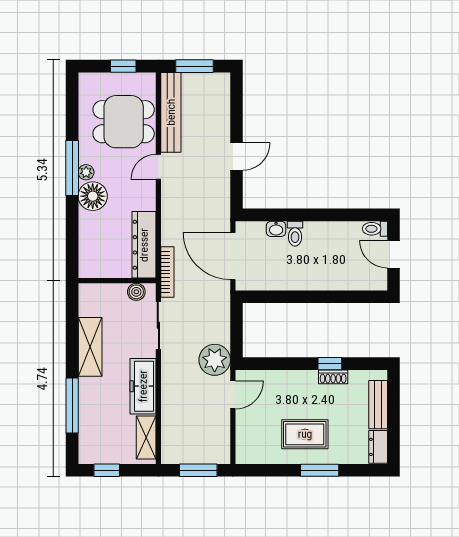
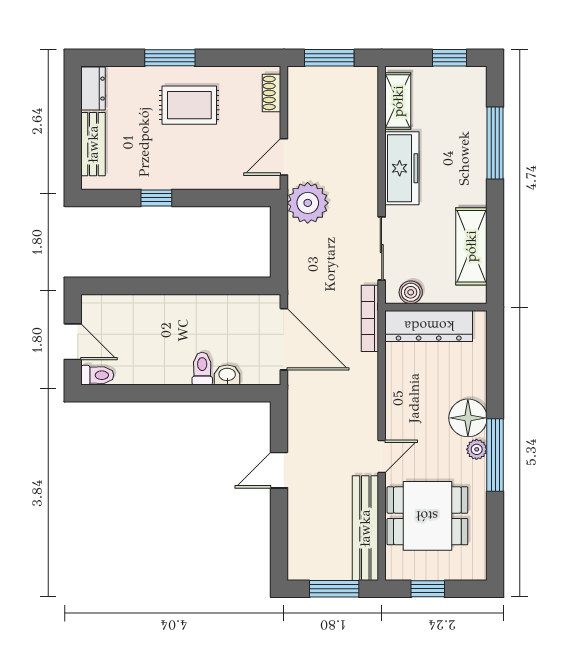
dresser: (144, 245) -> (429, 326), moved, turned 90
shelving: (90, 347) -> (471, 246), moved
shoe rack: (333, 377) -> (271, 93), moved, turned -90

